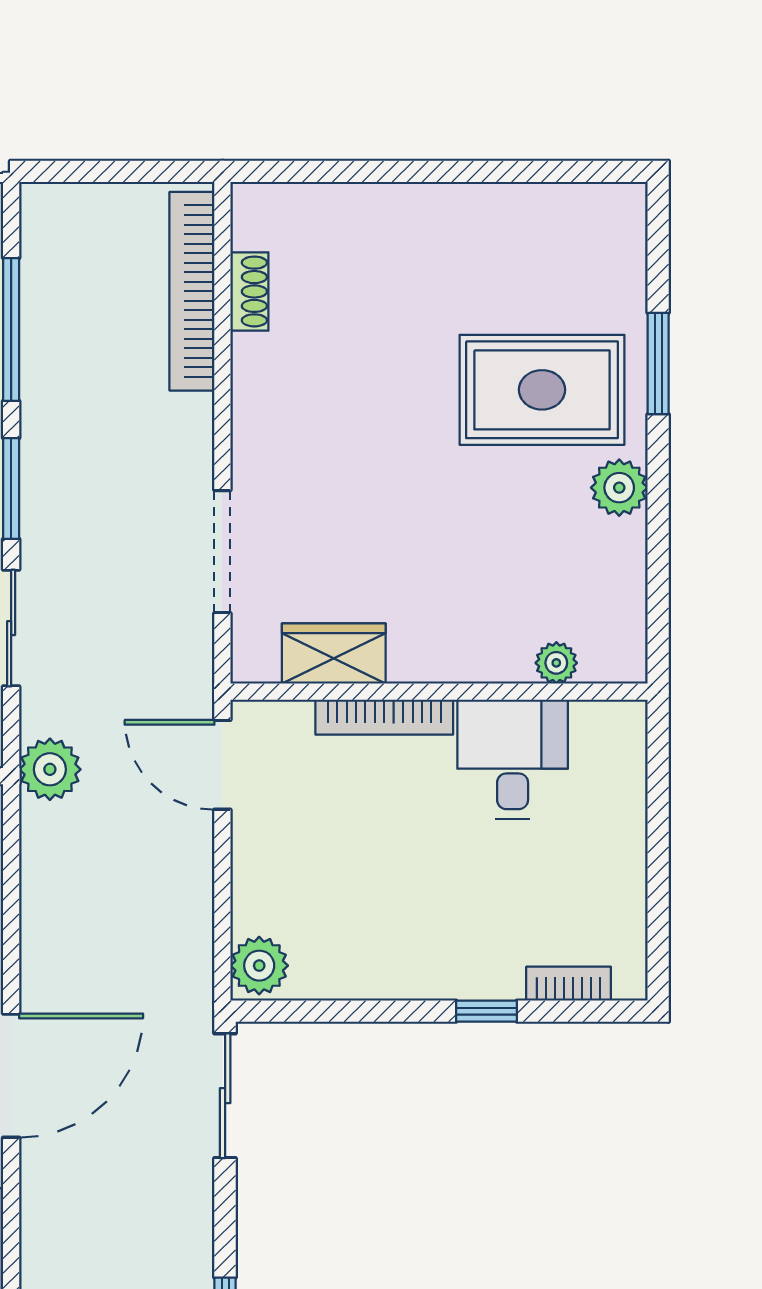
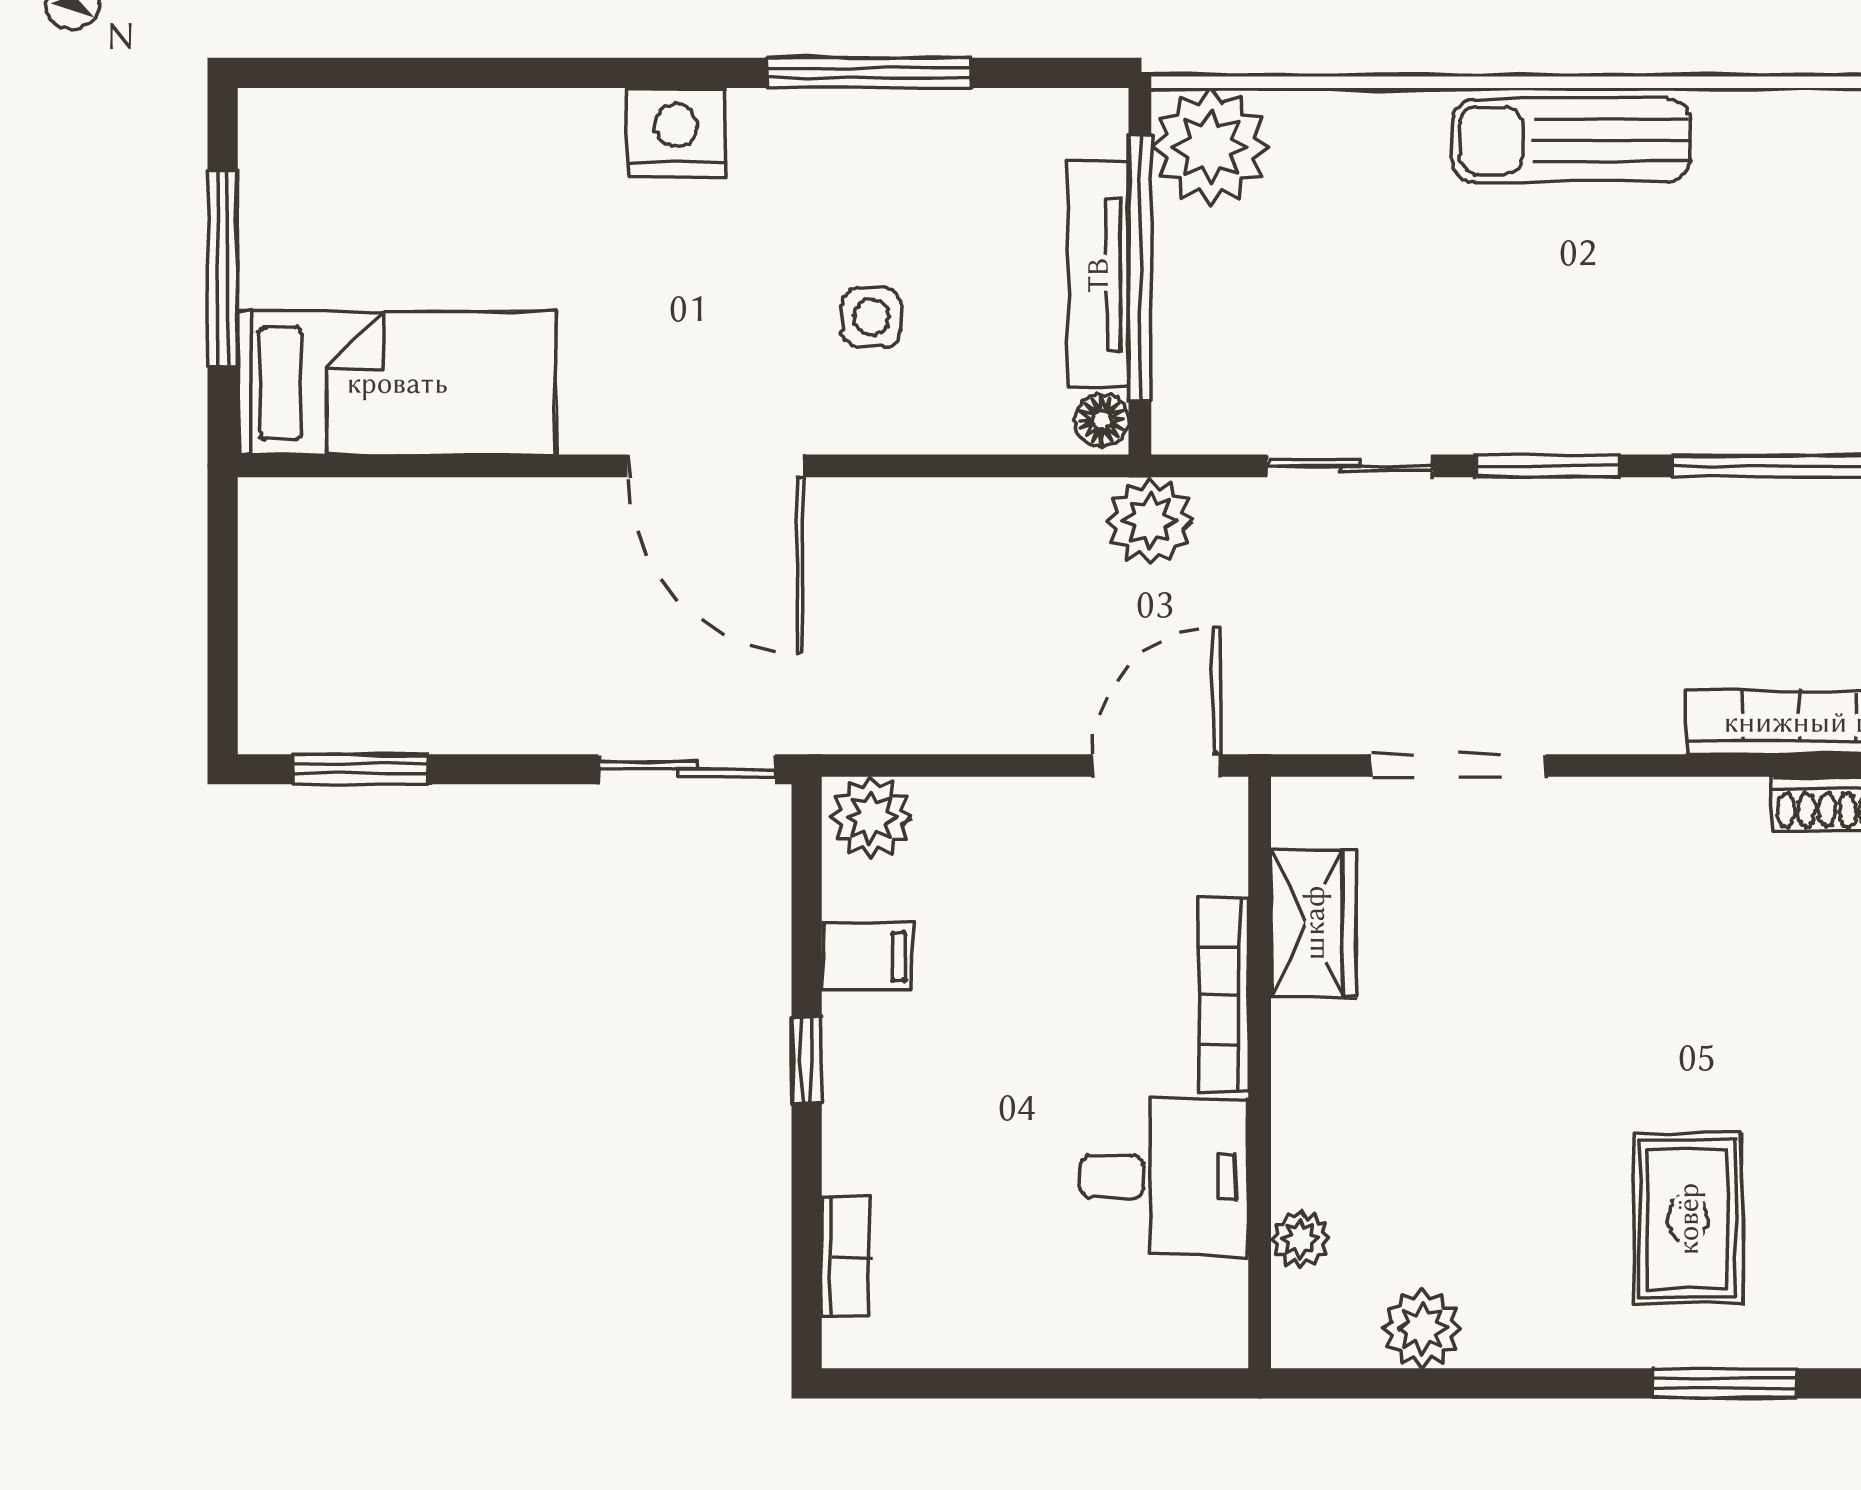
rug: (542, 390) -> (1688, 1219), width x0.73, depth x0.70
plant: (619, 488) -> (1422, 1328), moved
filing cabinet: (357, 969) -> (867, 957), added
window: (486, 1011) -> (807, 1060), moved

